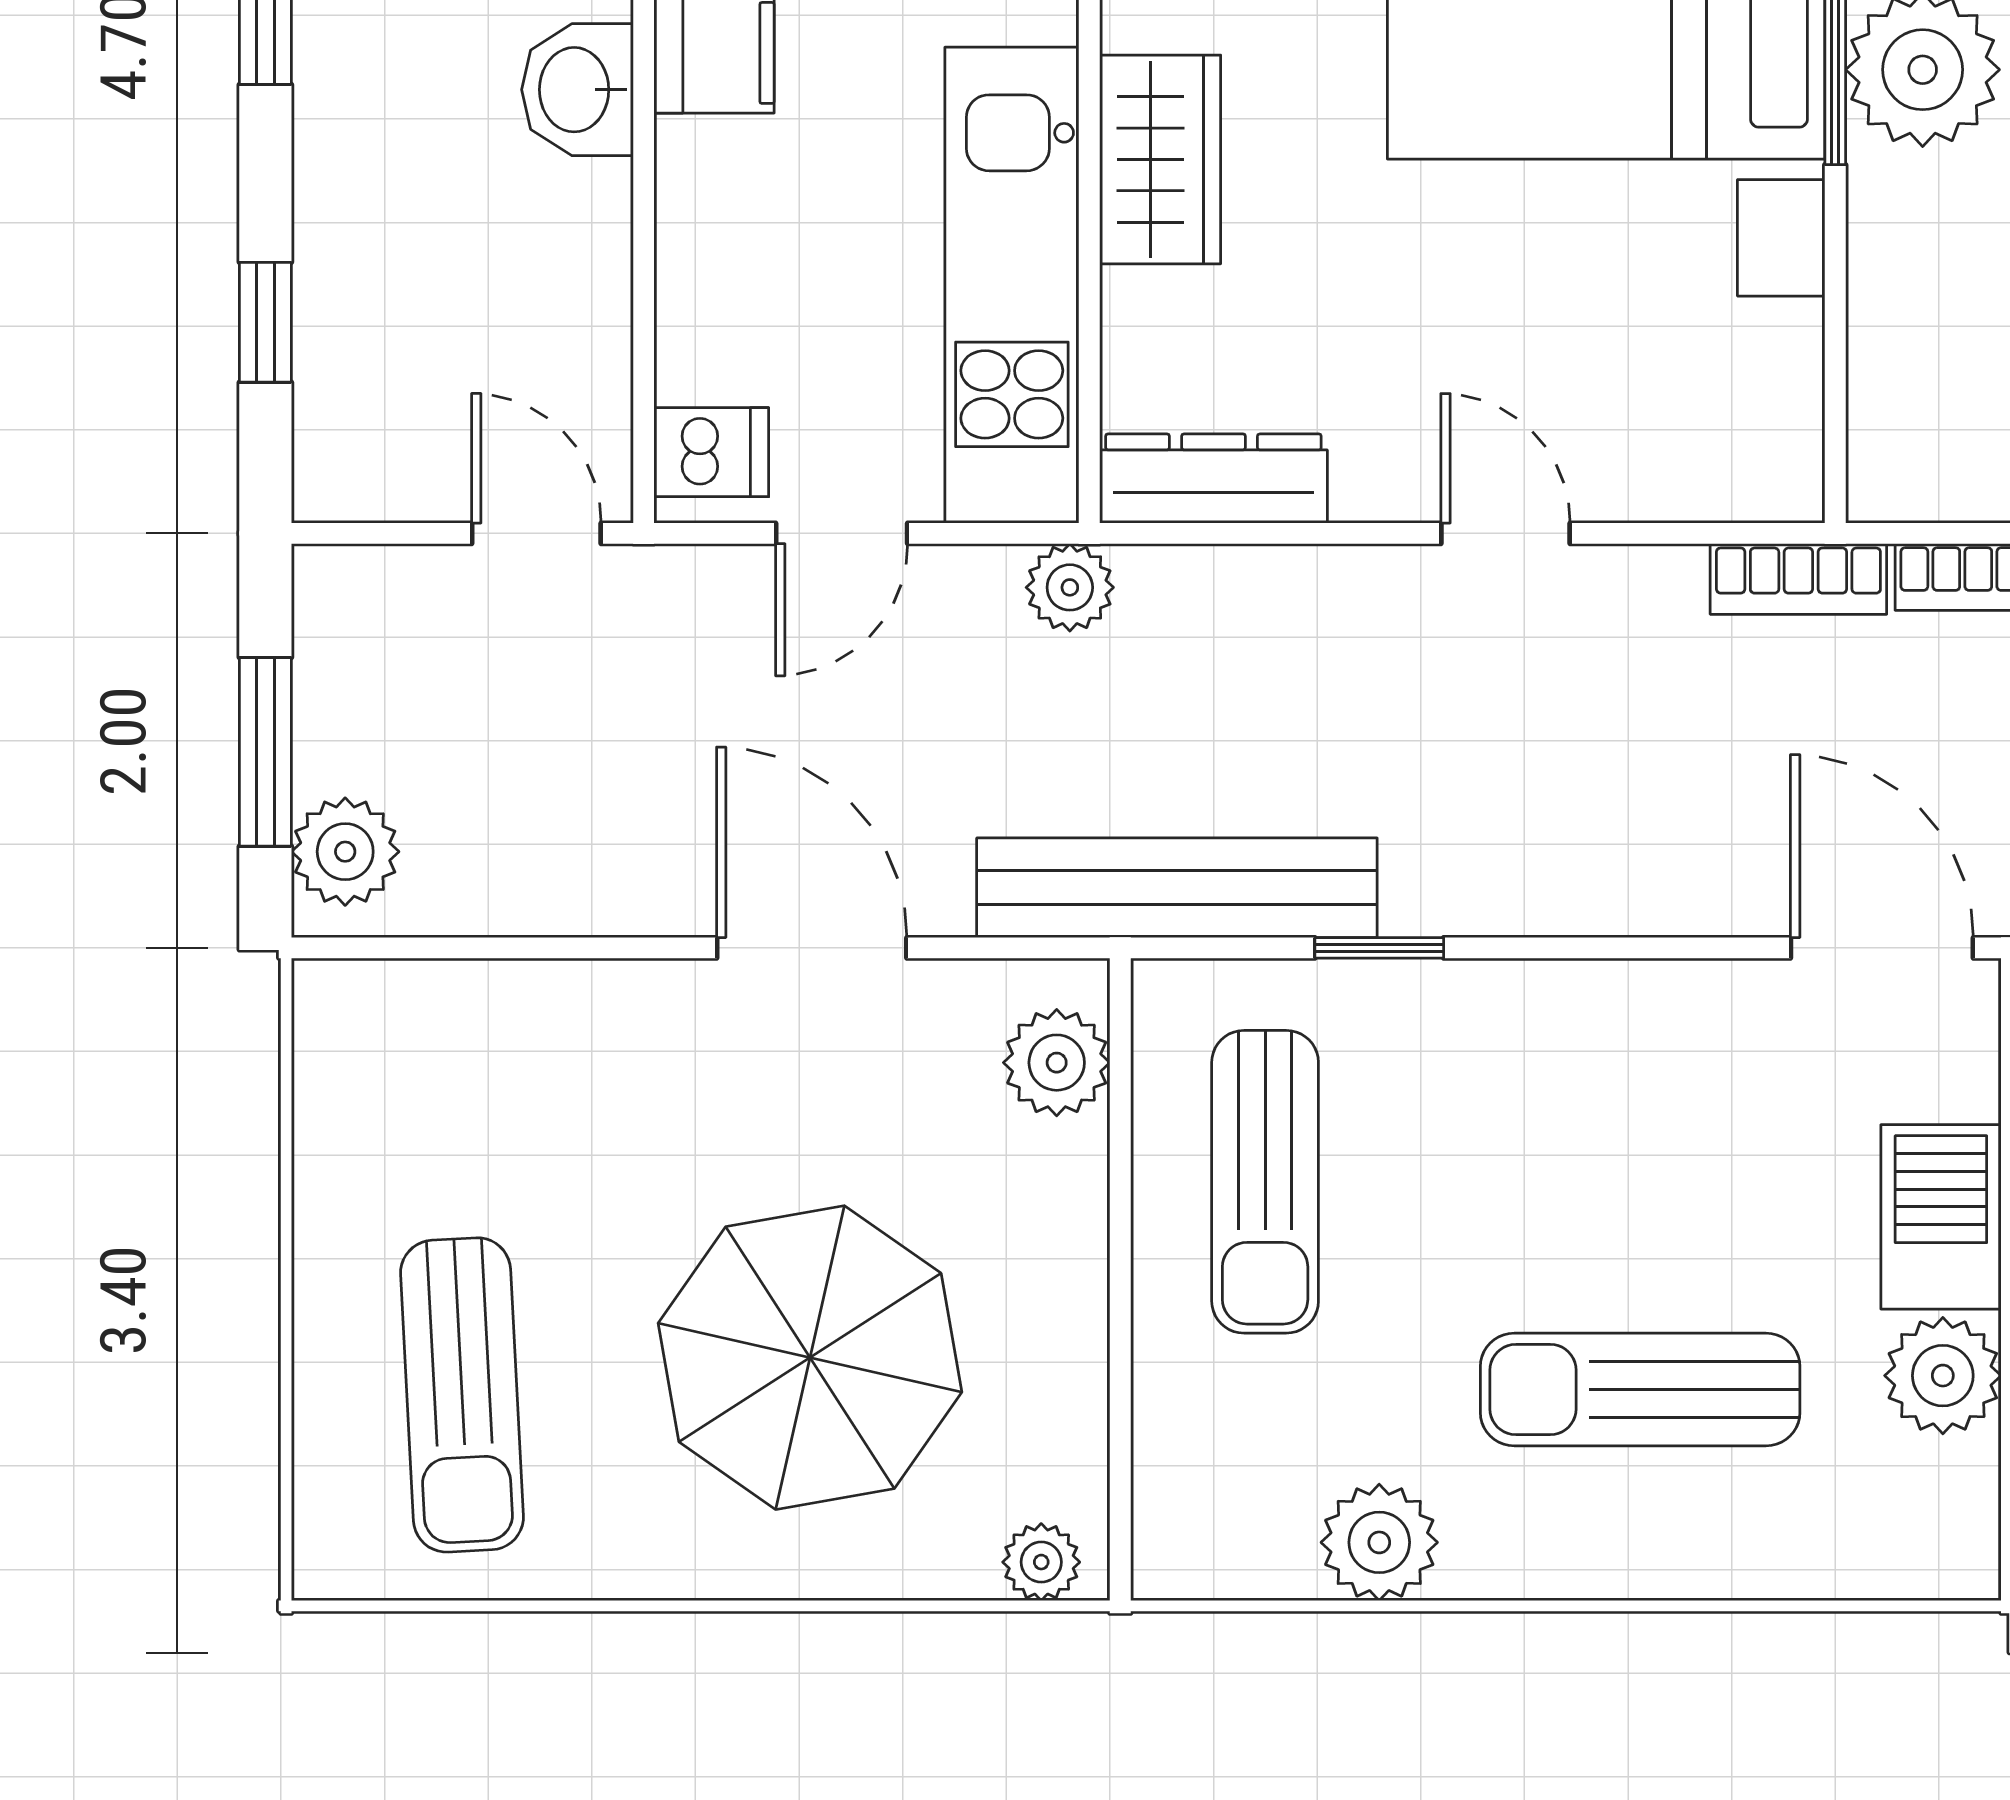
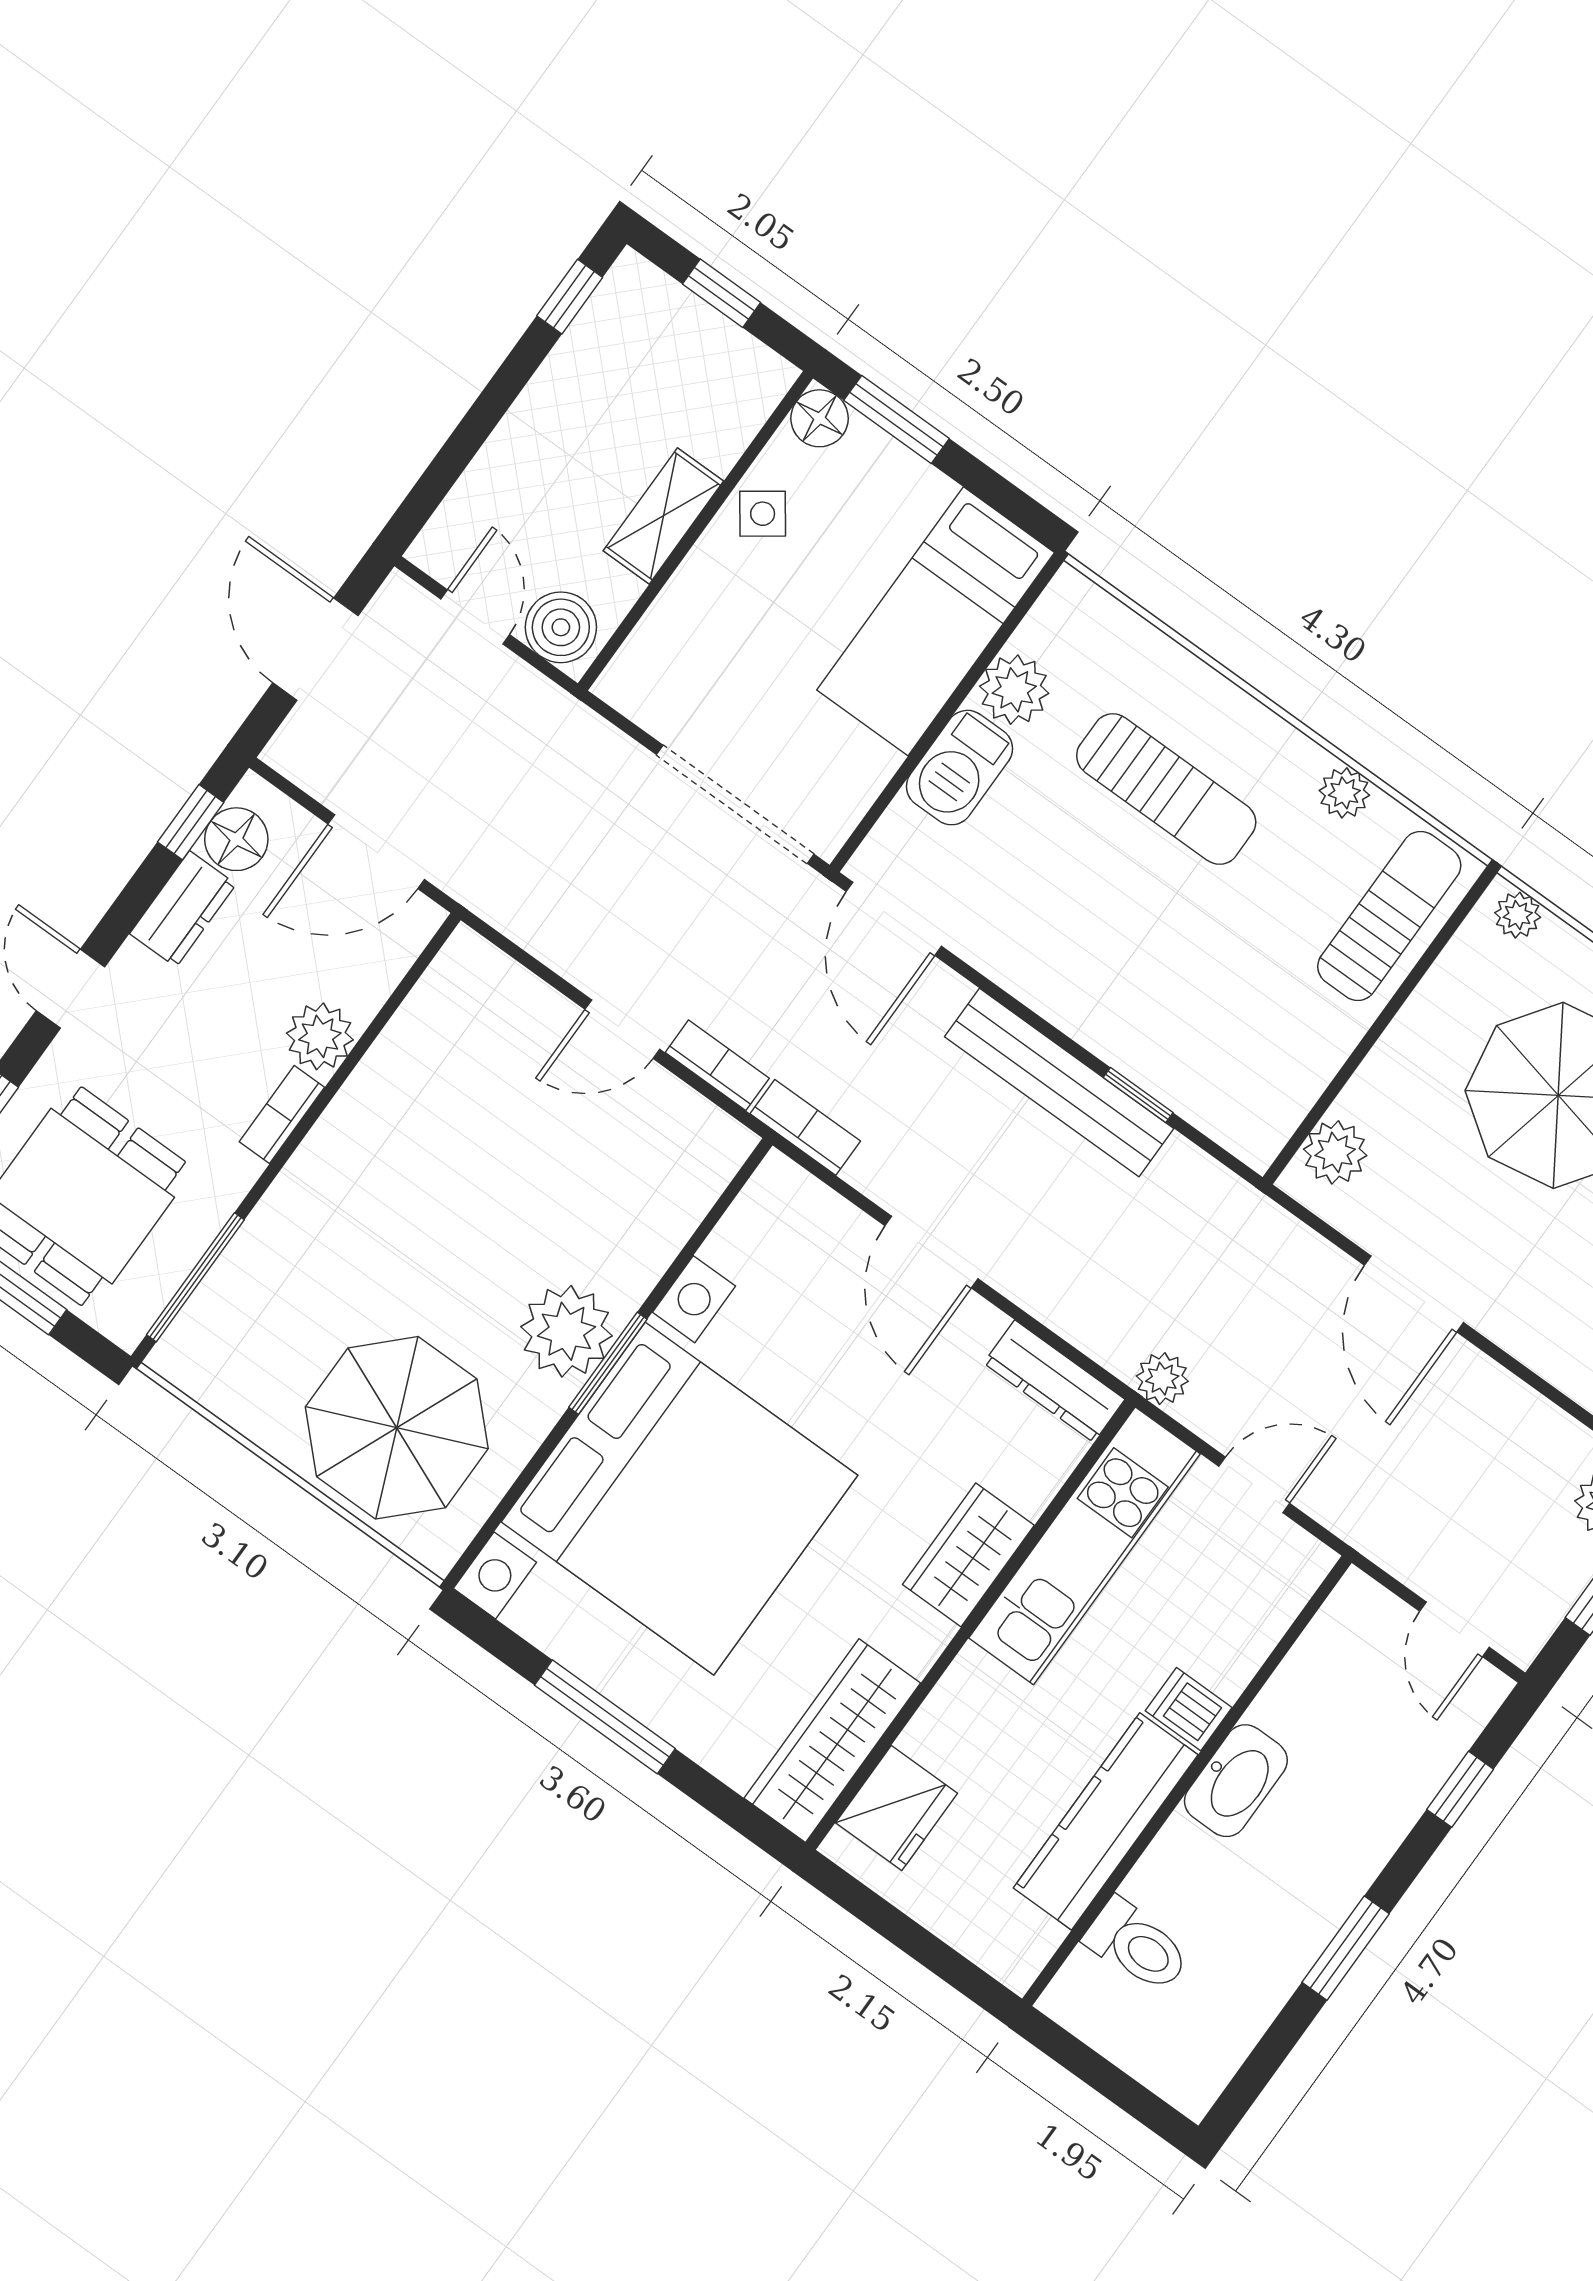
washbasin: (577, 90) -> (1236, 1781), width x1.38
dishwasher: (711, 452) -> (1189, 1709), moved
door: (536, 533) -> (1454, 1629), moved
door: (1506, 533) -> (932, 1252), width x1.38
bench: (1177, 888) -> (1059, 1083), moved
sun lounger: (1265, 1182) -> (1389, 916), moved
plant: (1379, 1542) -> (1344, 793), width x0.73, depth x0.73

